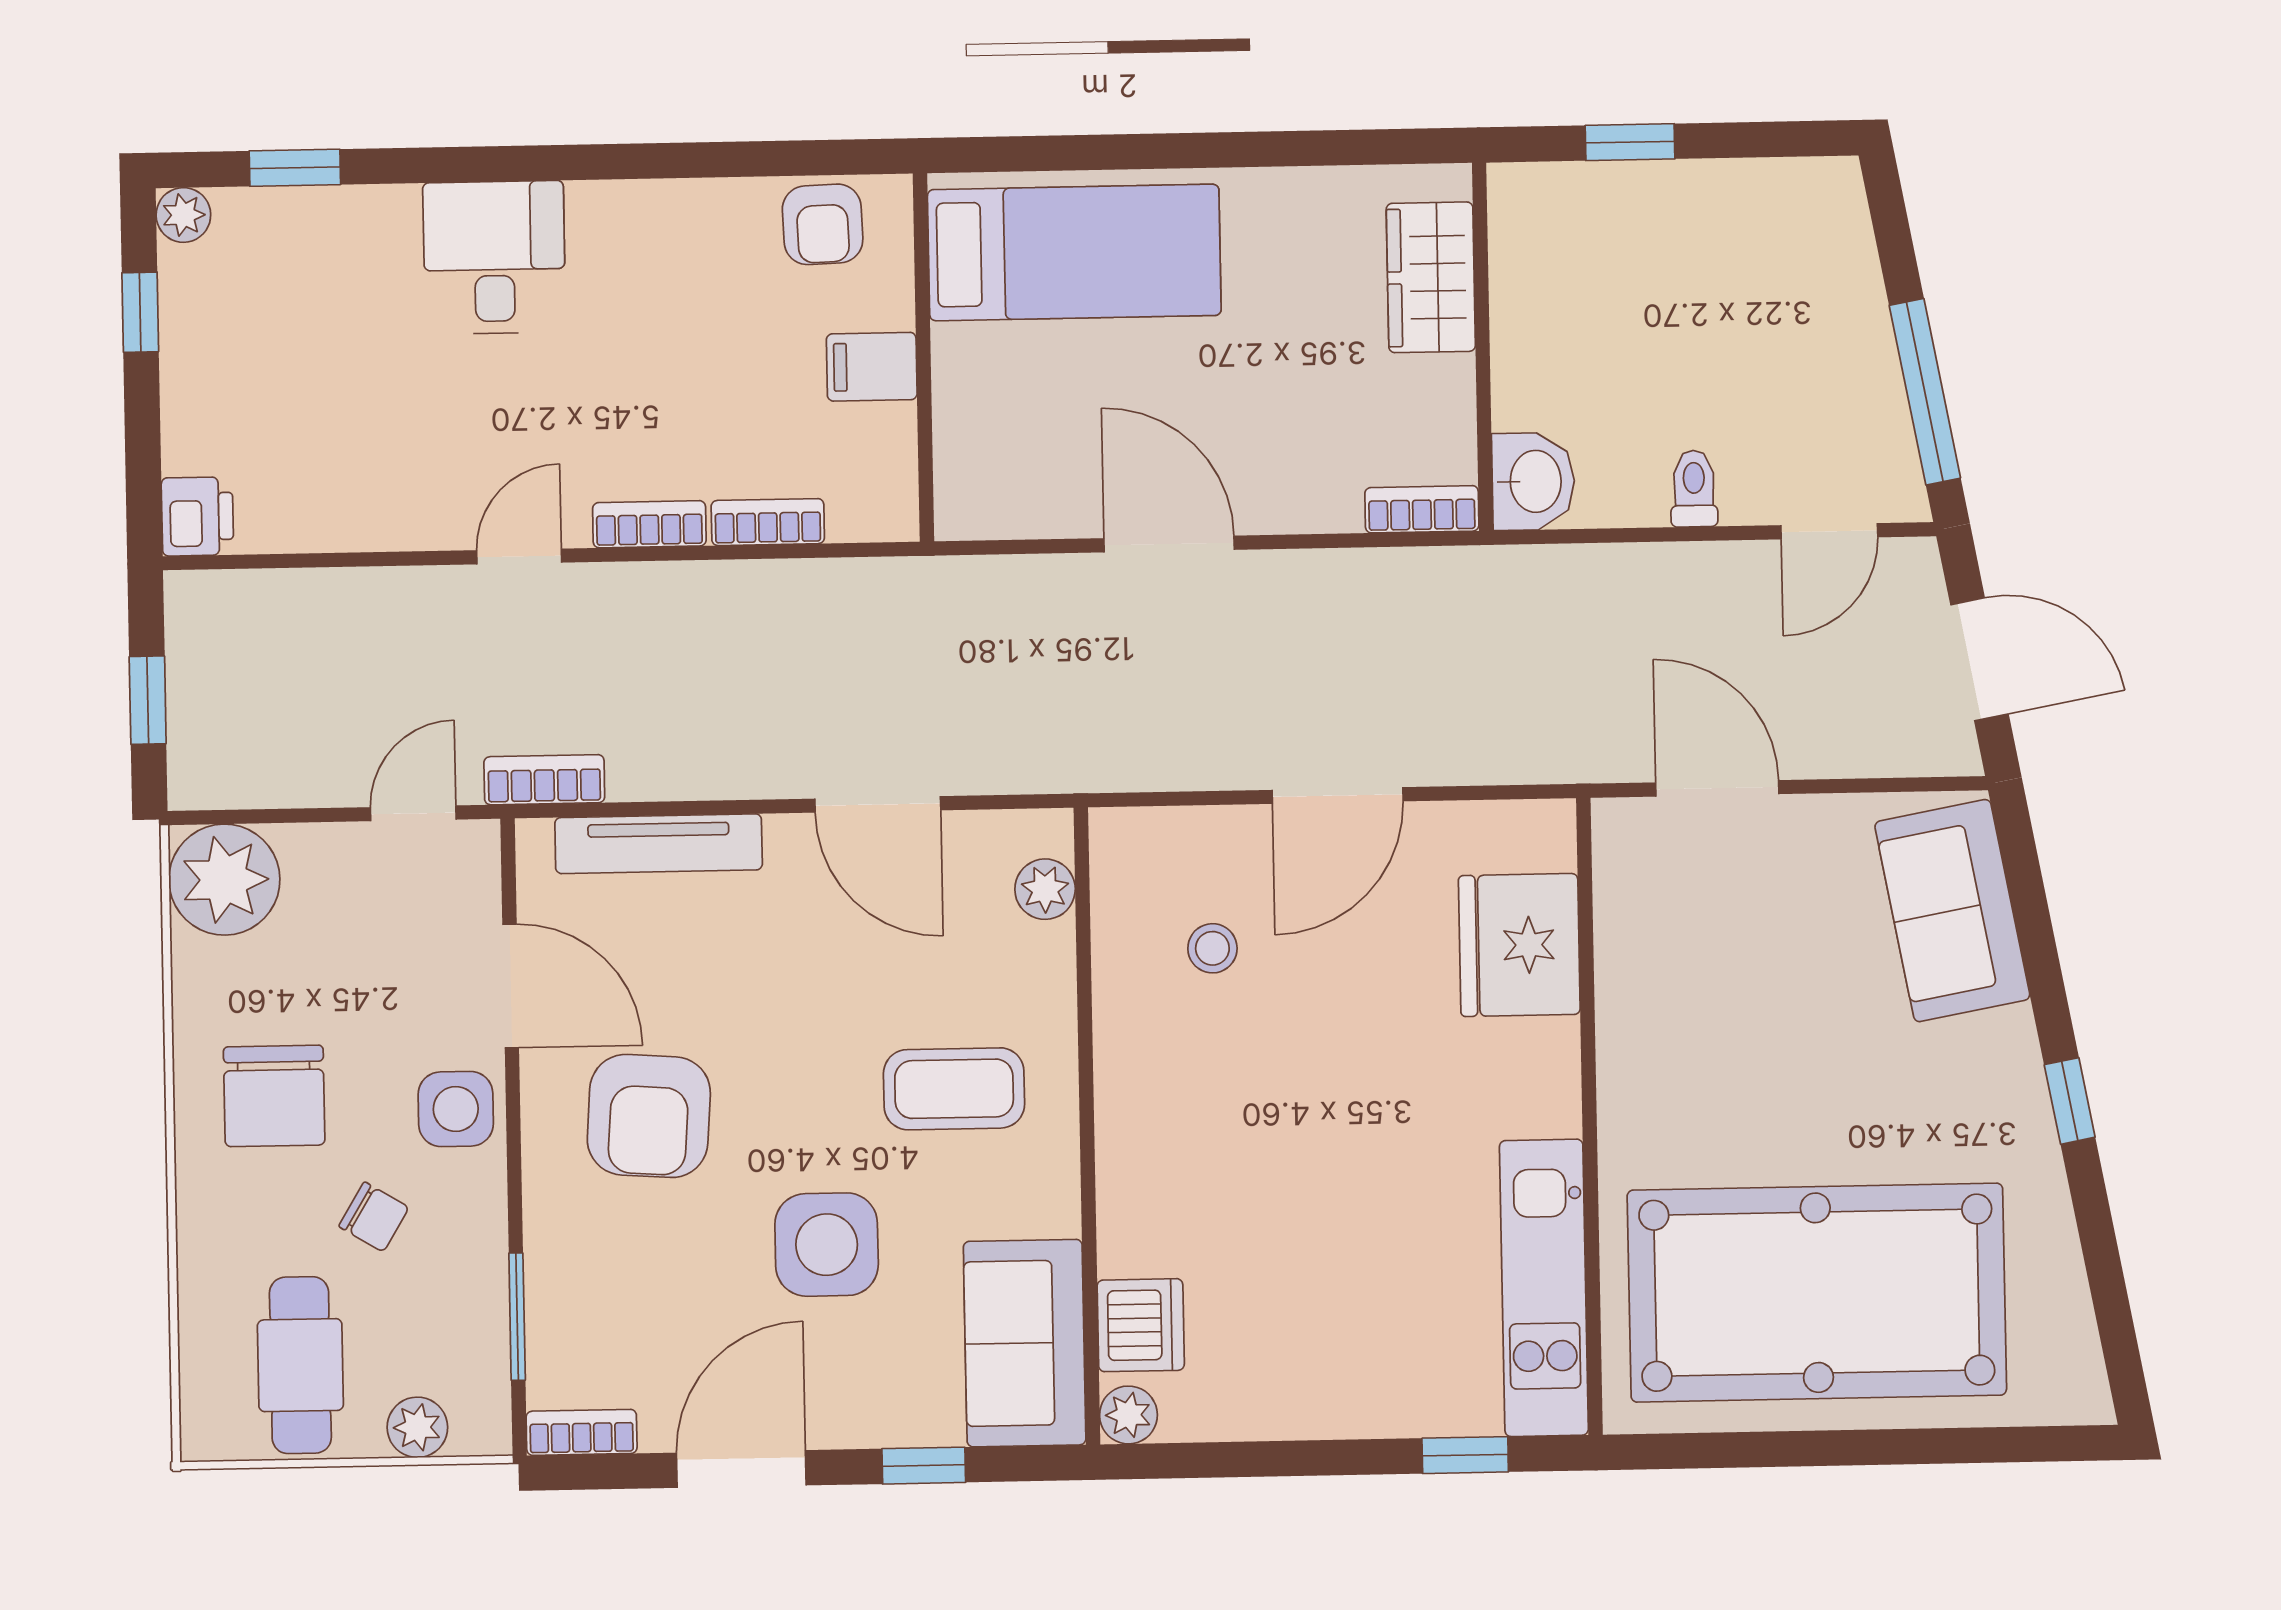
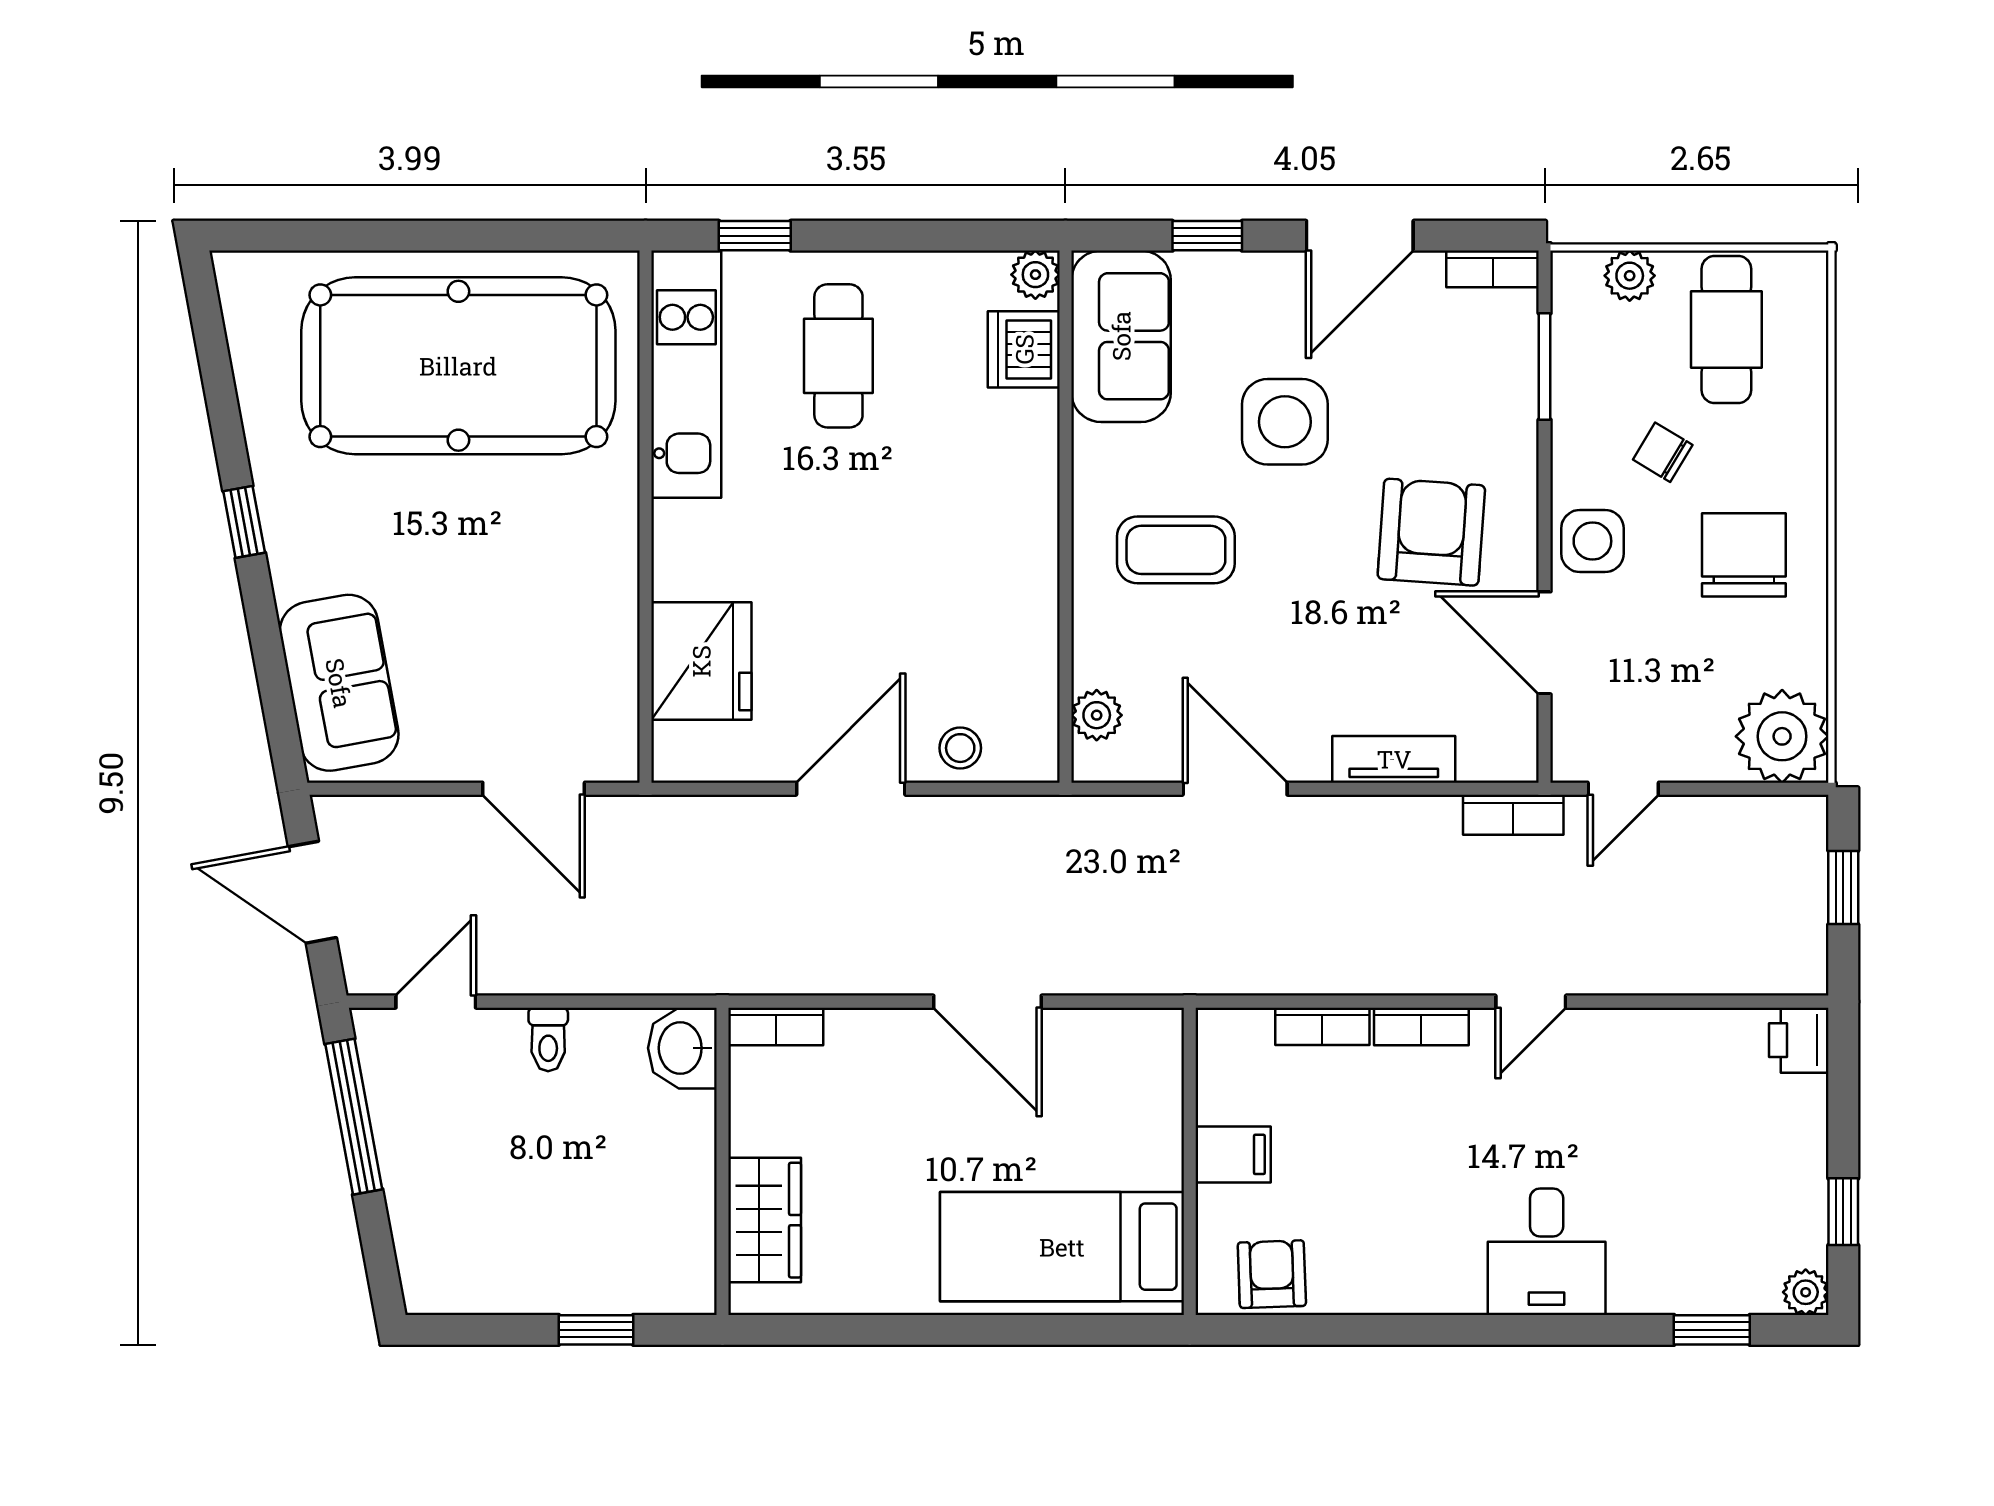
tv unit: (659, 844) -> (1394, 759), width x0.71
stool: (1212, 948) -> (960, 748), moved
cafe table: (1362, 1313) -> (838, 356), added

